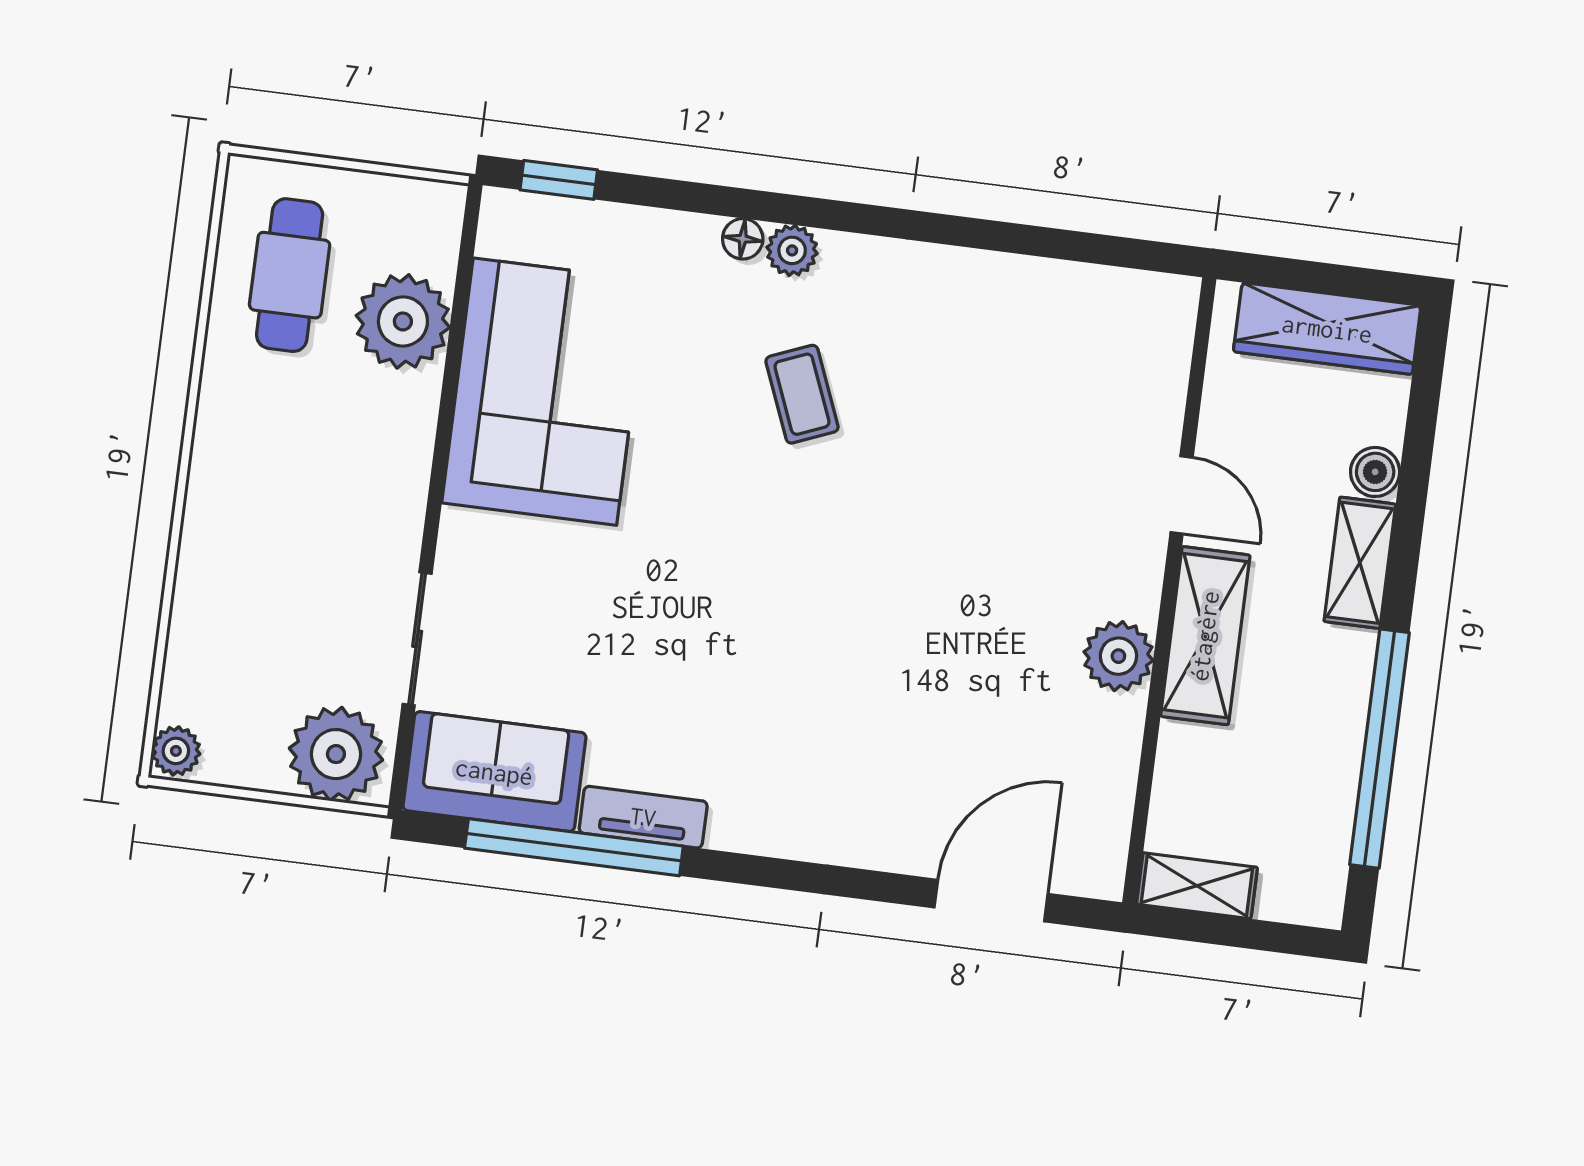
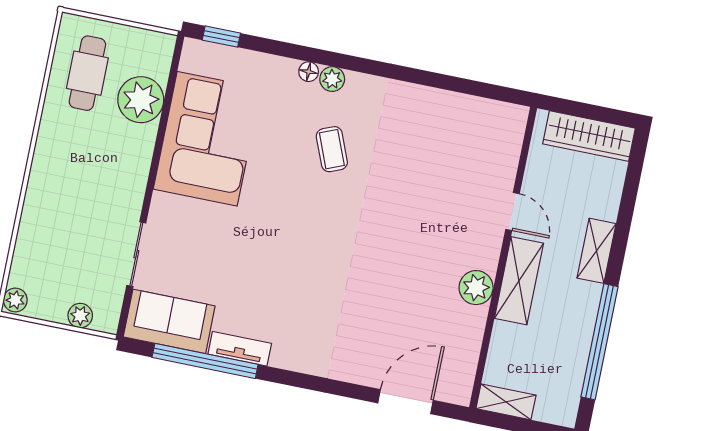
boiler: (1375, 472) -> (607, 207), removed
plant: (336, 754) -> (80, 316), width x0.53, depth x0.53

